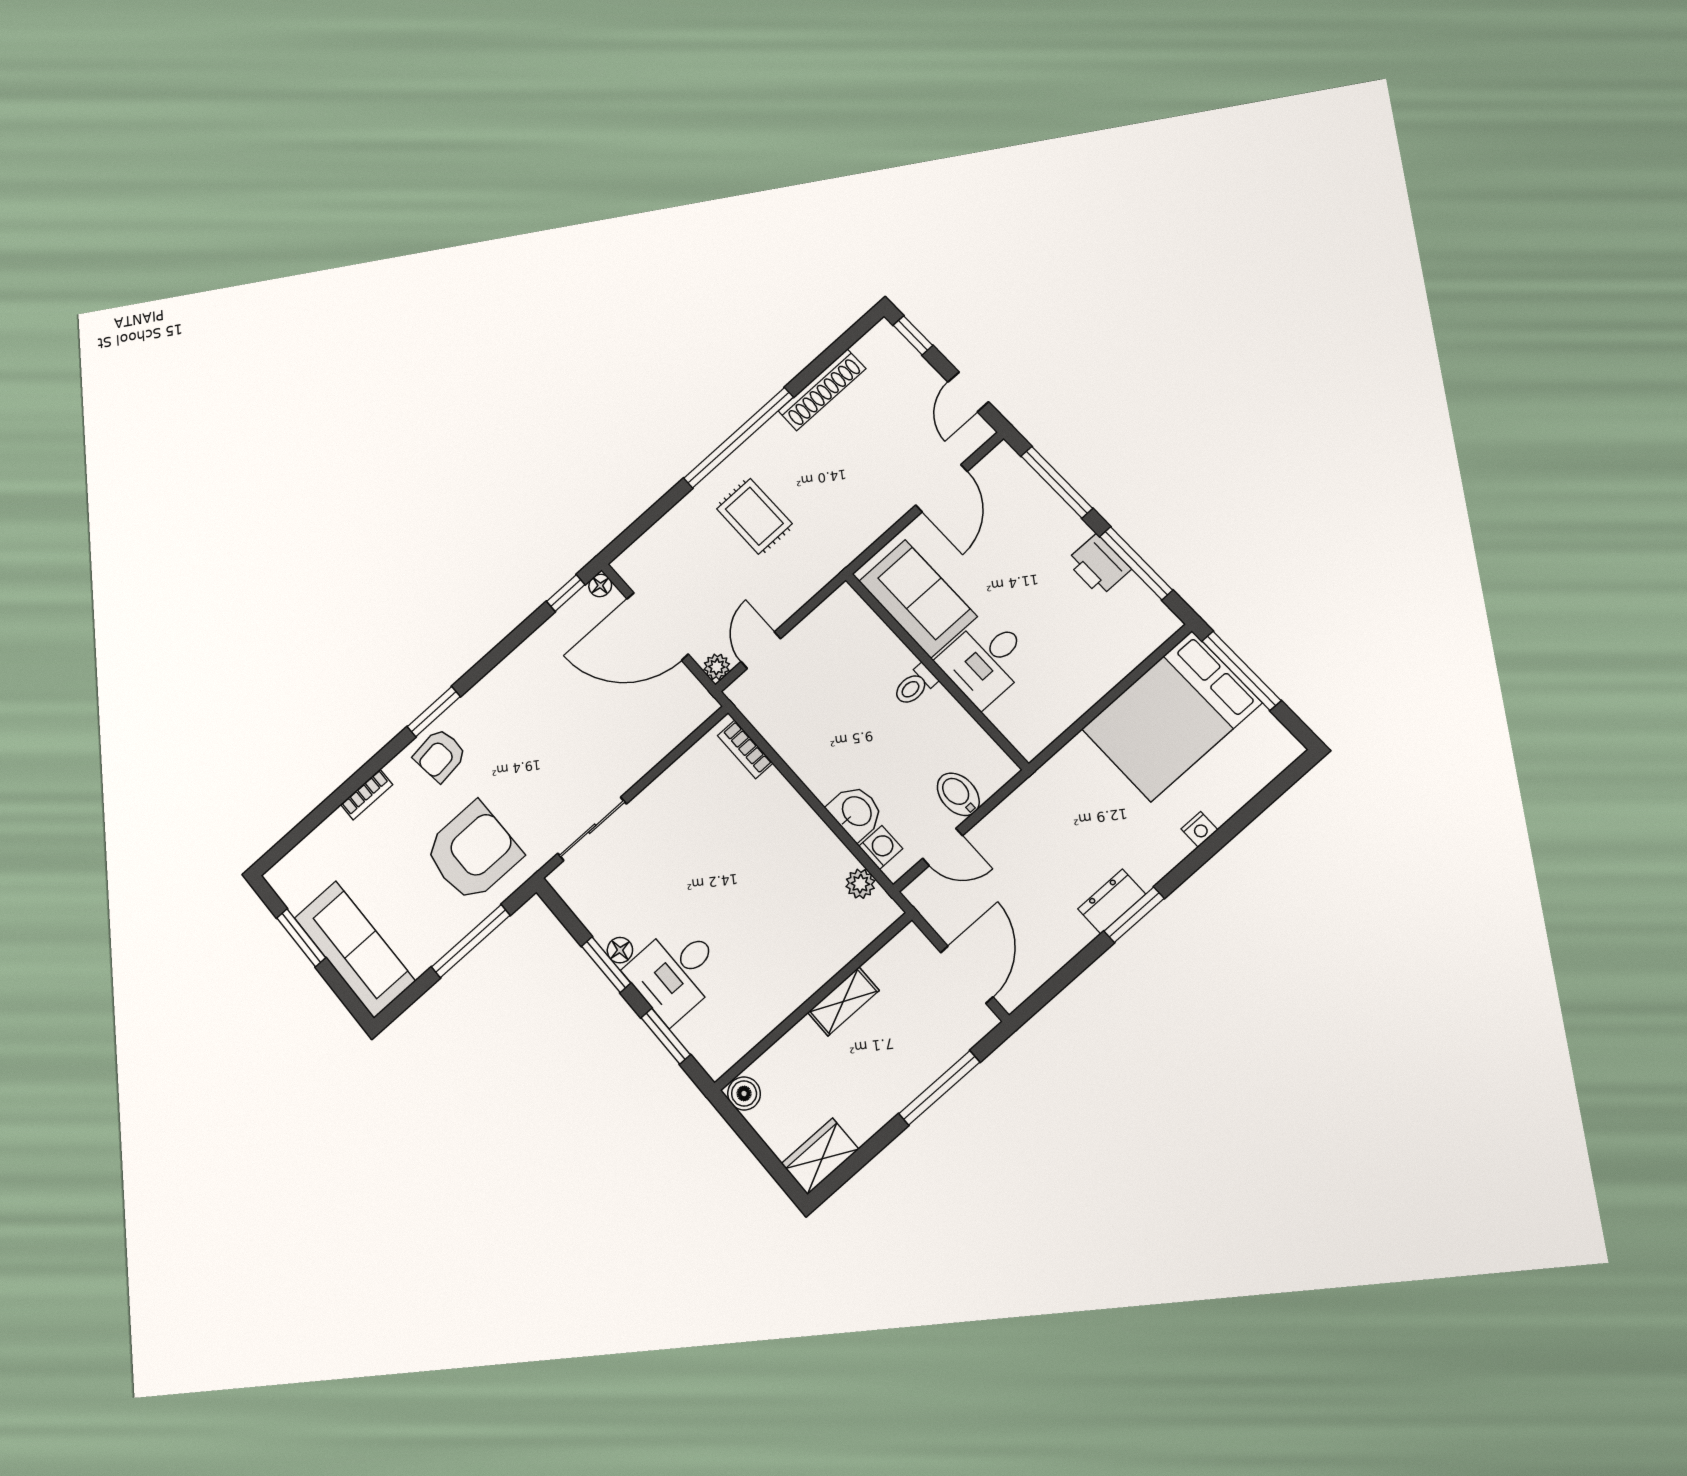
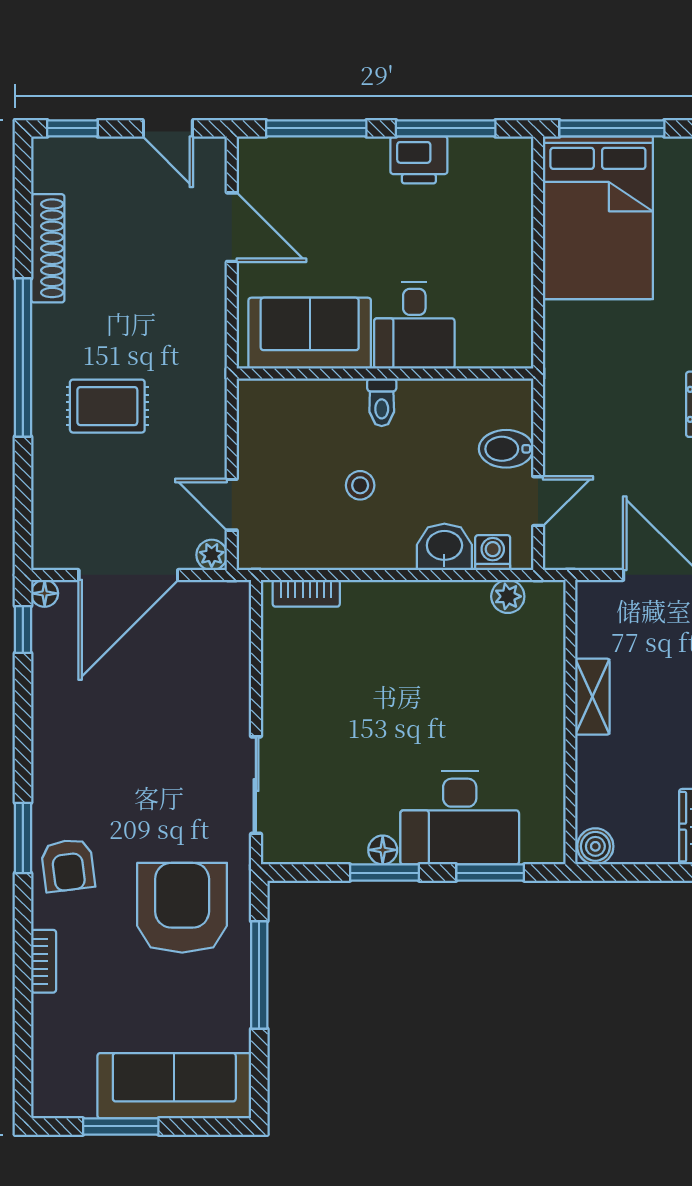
stool: (847, 721) -> (360, 485), added
desk: (675, 972) -> (460, 818), width x1.37

